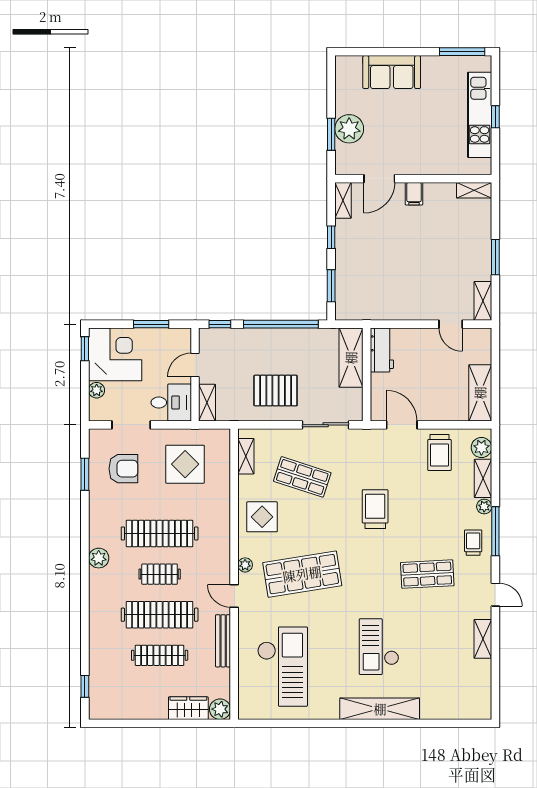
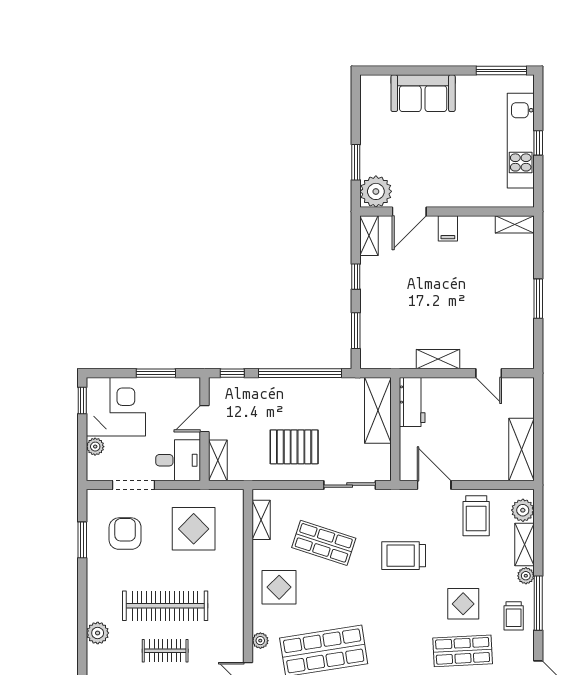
plant: (349, 129) -> (376, 191), moved
shelving: (483, 301) -> (438, 359), moved, turned 90
armchair: (123, 469) -> (125, 534), turned -90
trolley: (375, 509) -> (404, 556), moved, turned -90
display table: (428, 532) -> (463, 604), added
trolley: (473, 543) -> (514, 616), turned 180

